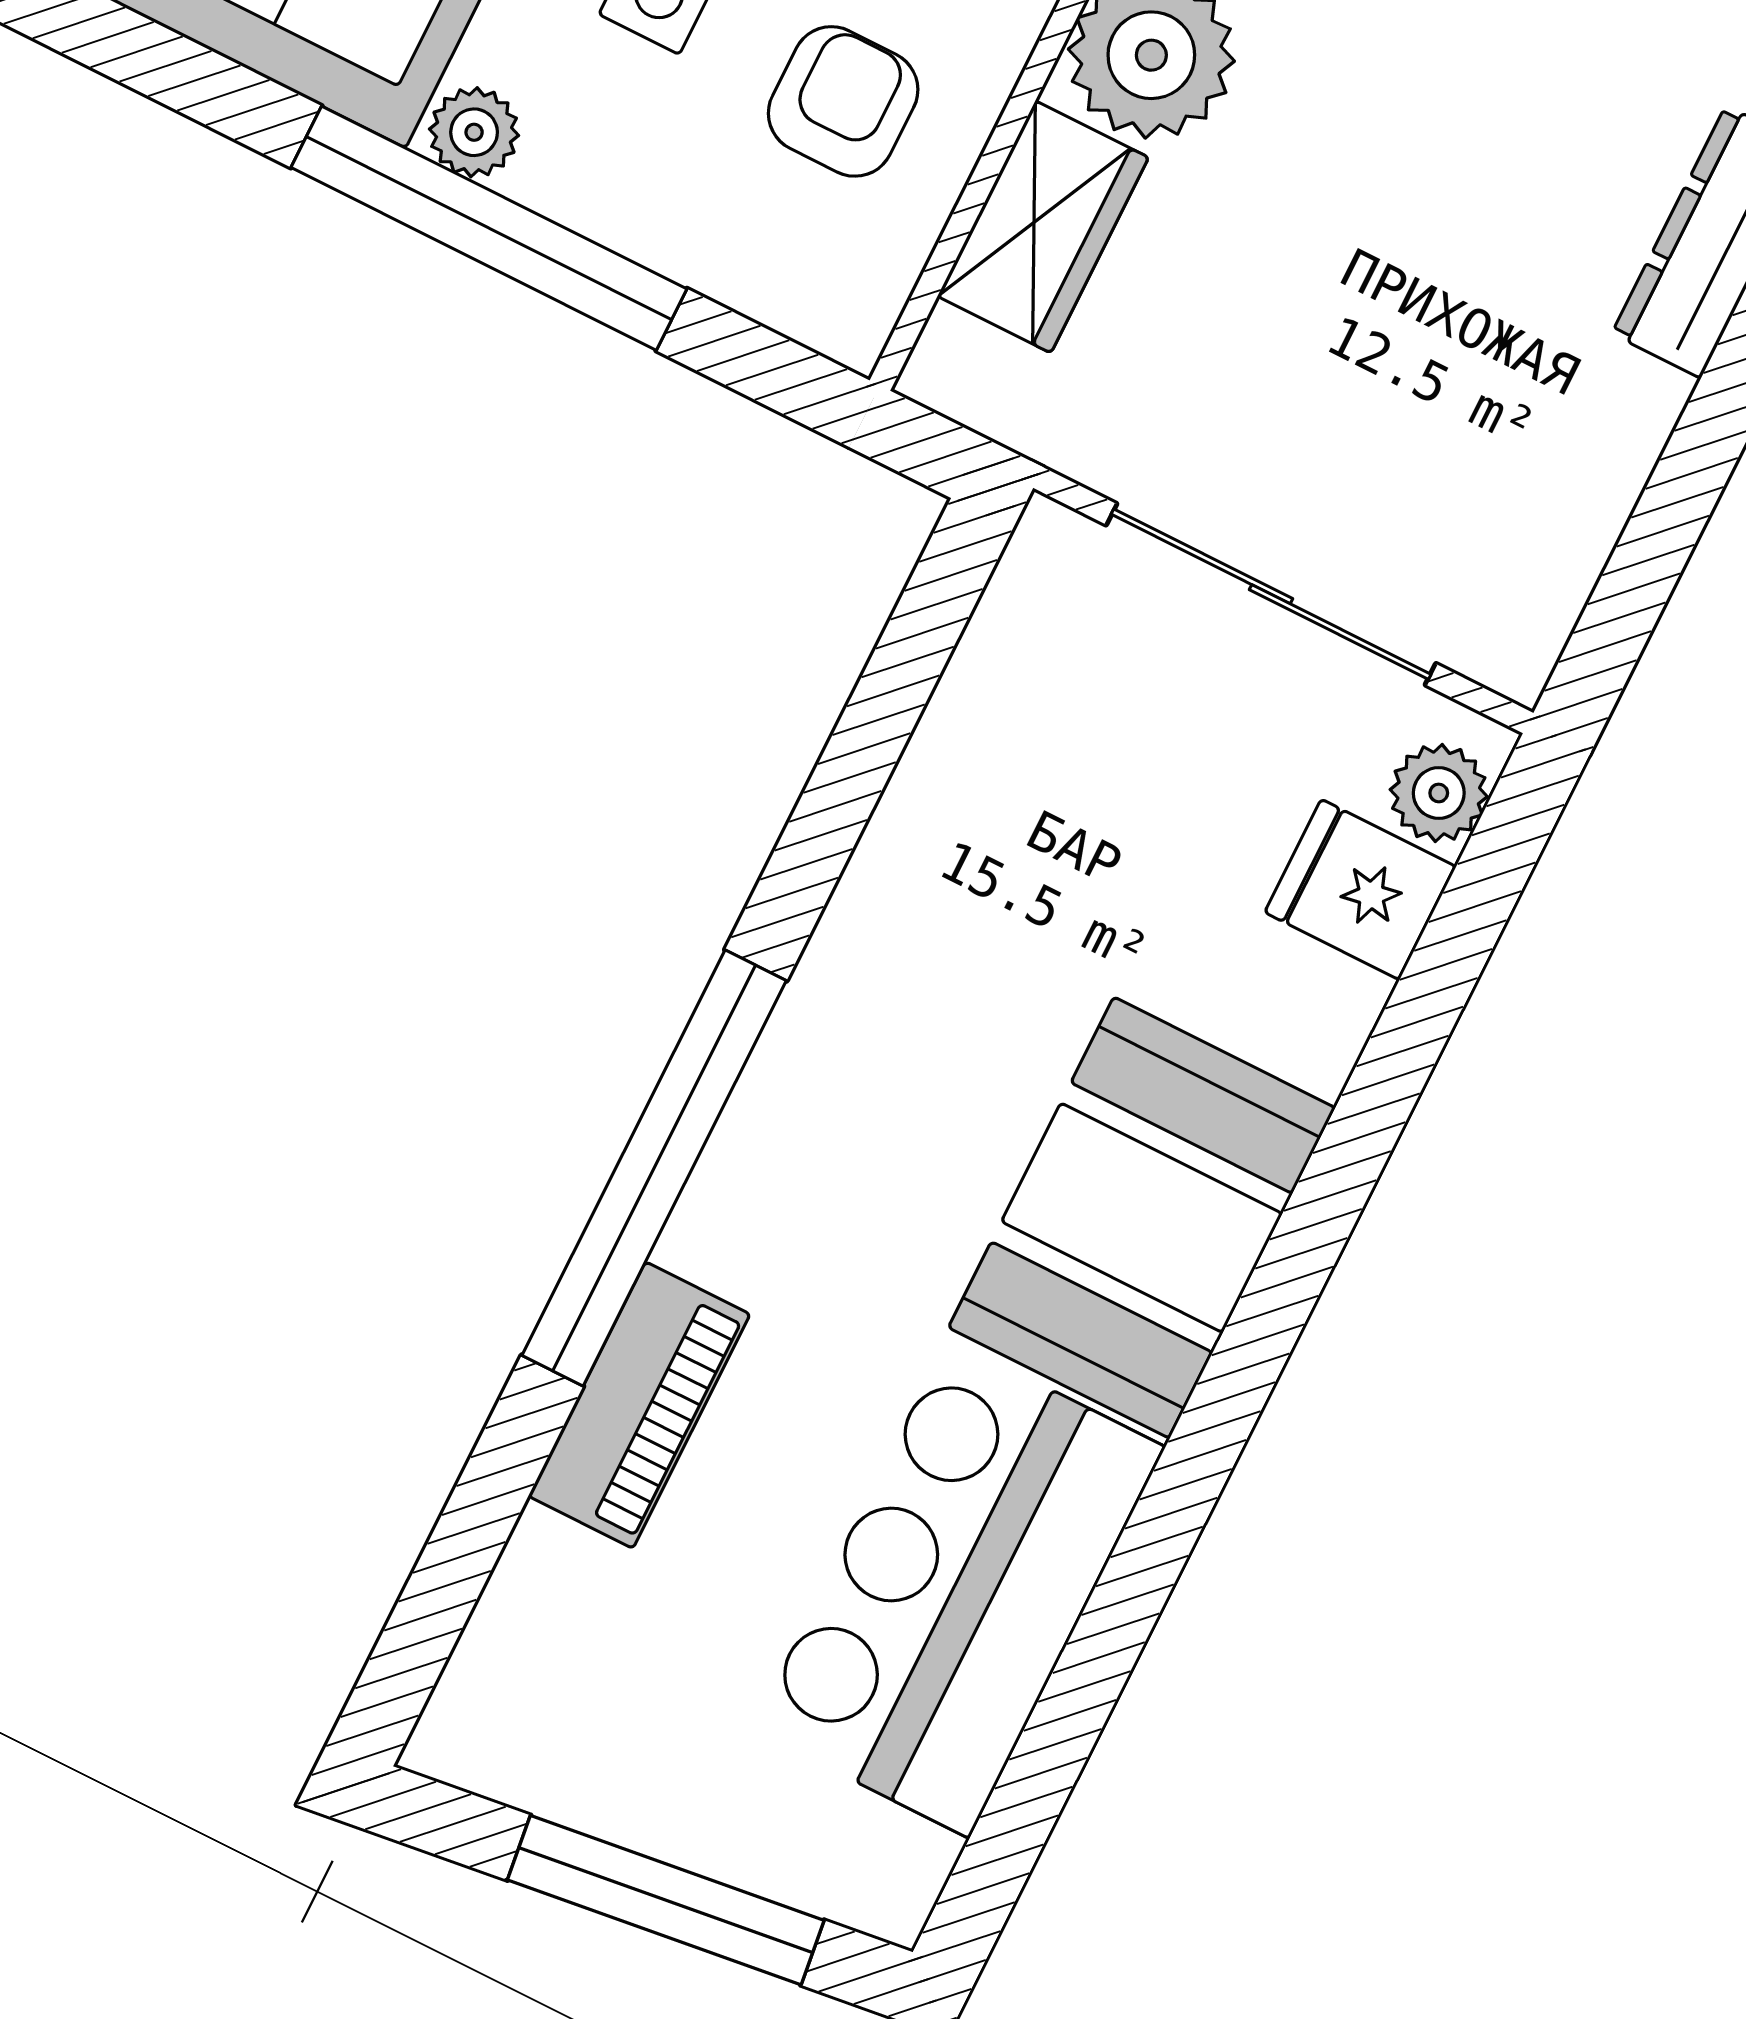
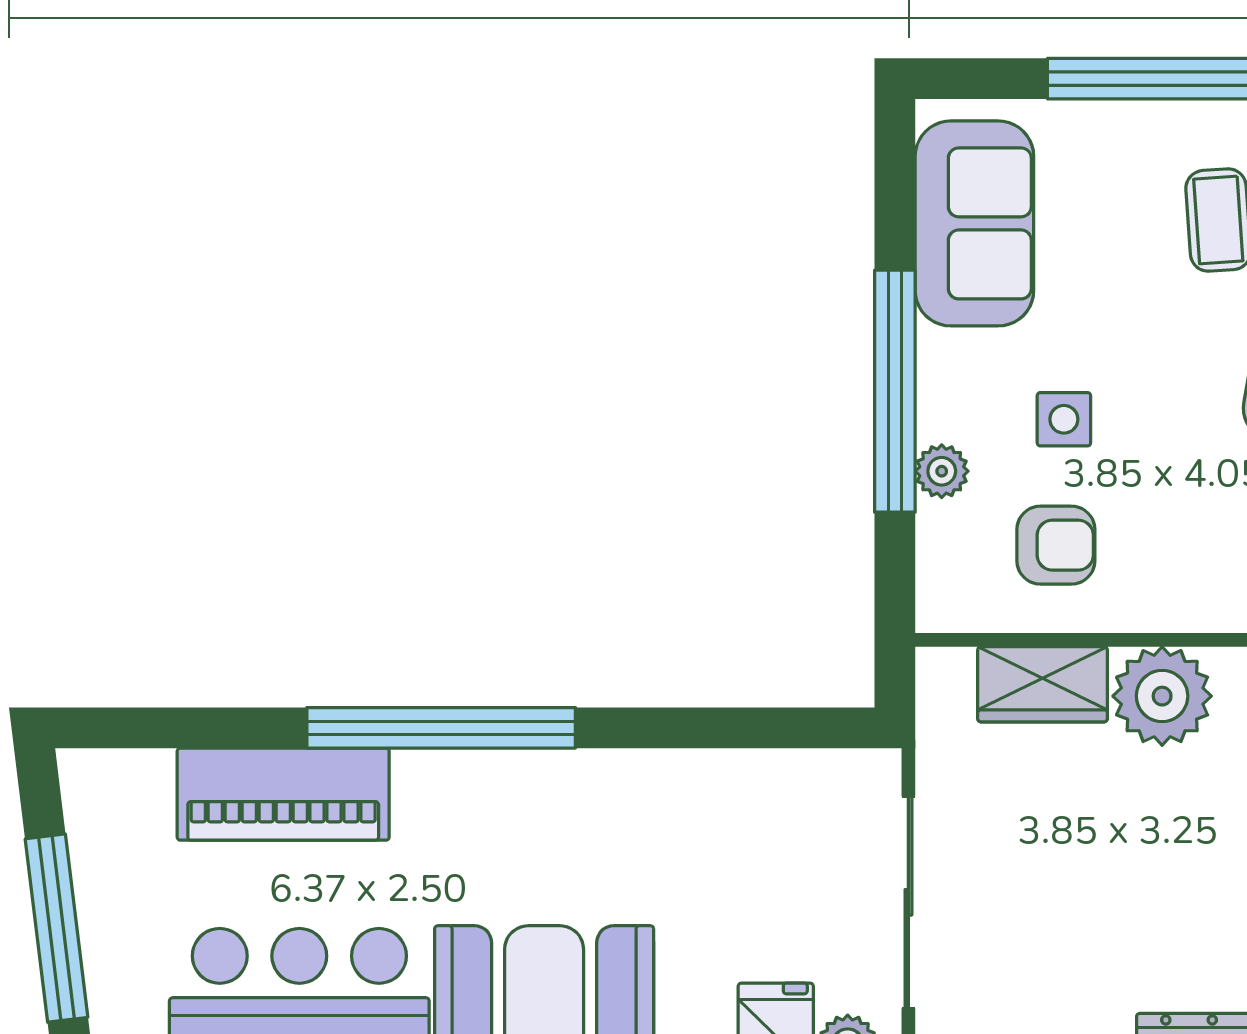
plant: (474, 132) -> (942, 471), moved
piano: (639, 1405) -> (283, 794), width x1.37, depth x1.33

